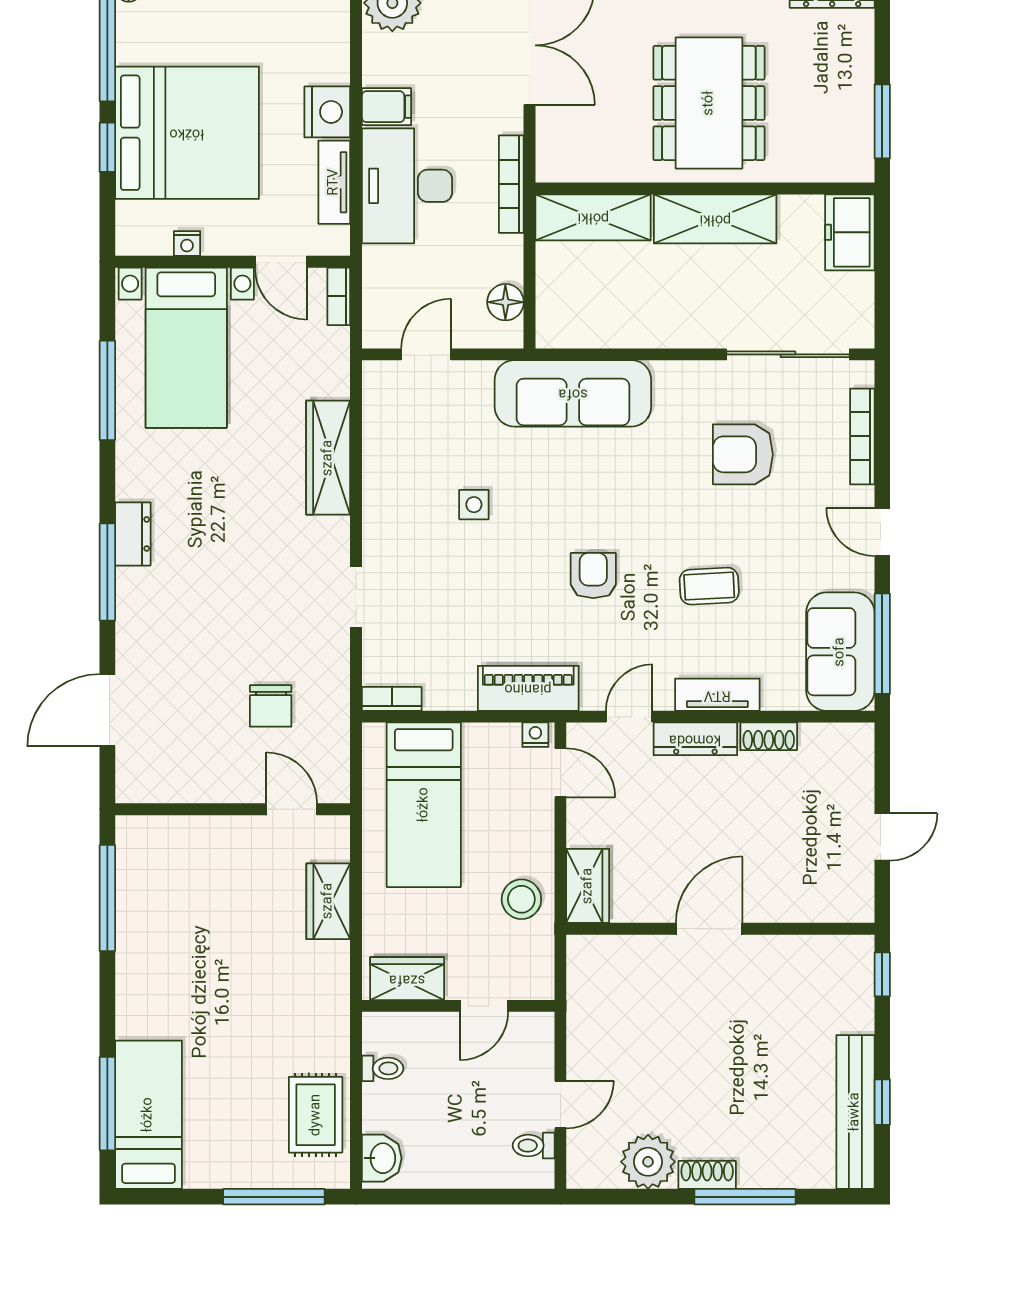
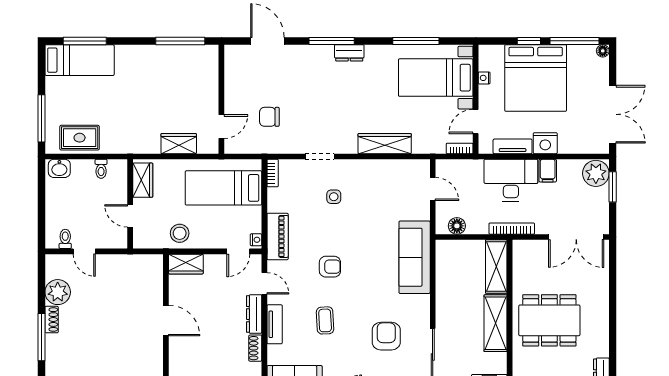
side table: (474, 505) -> (334, 197), moved

